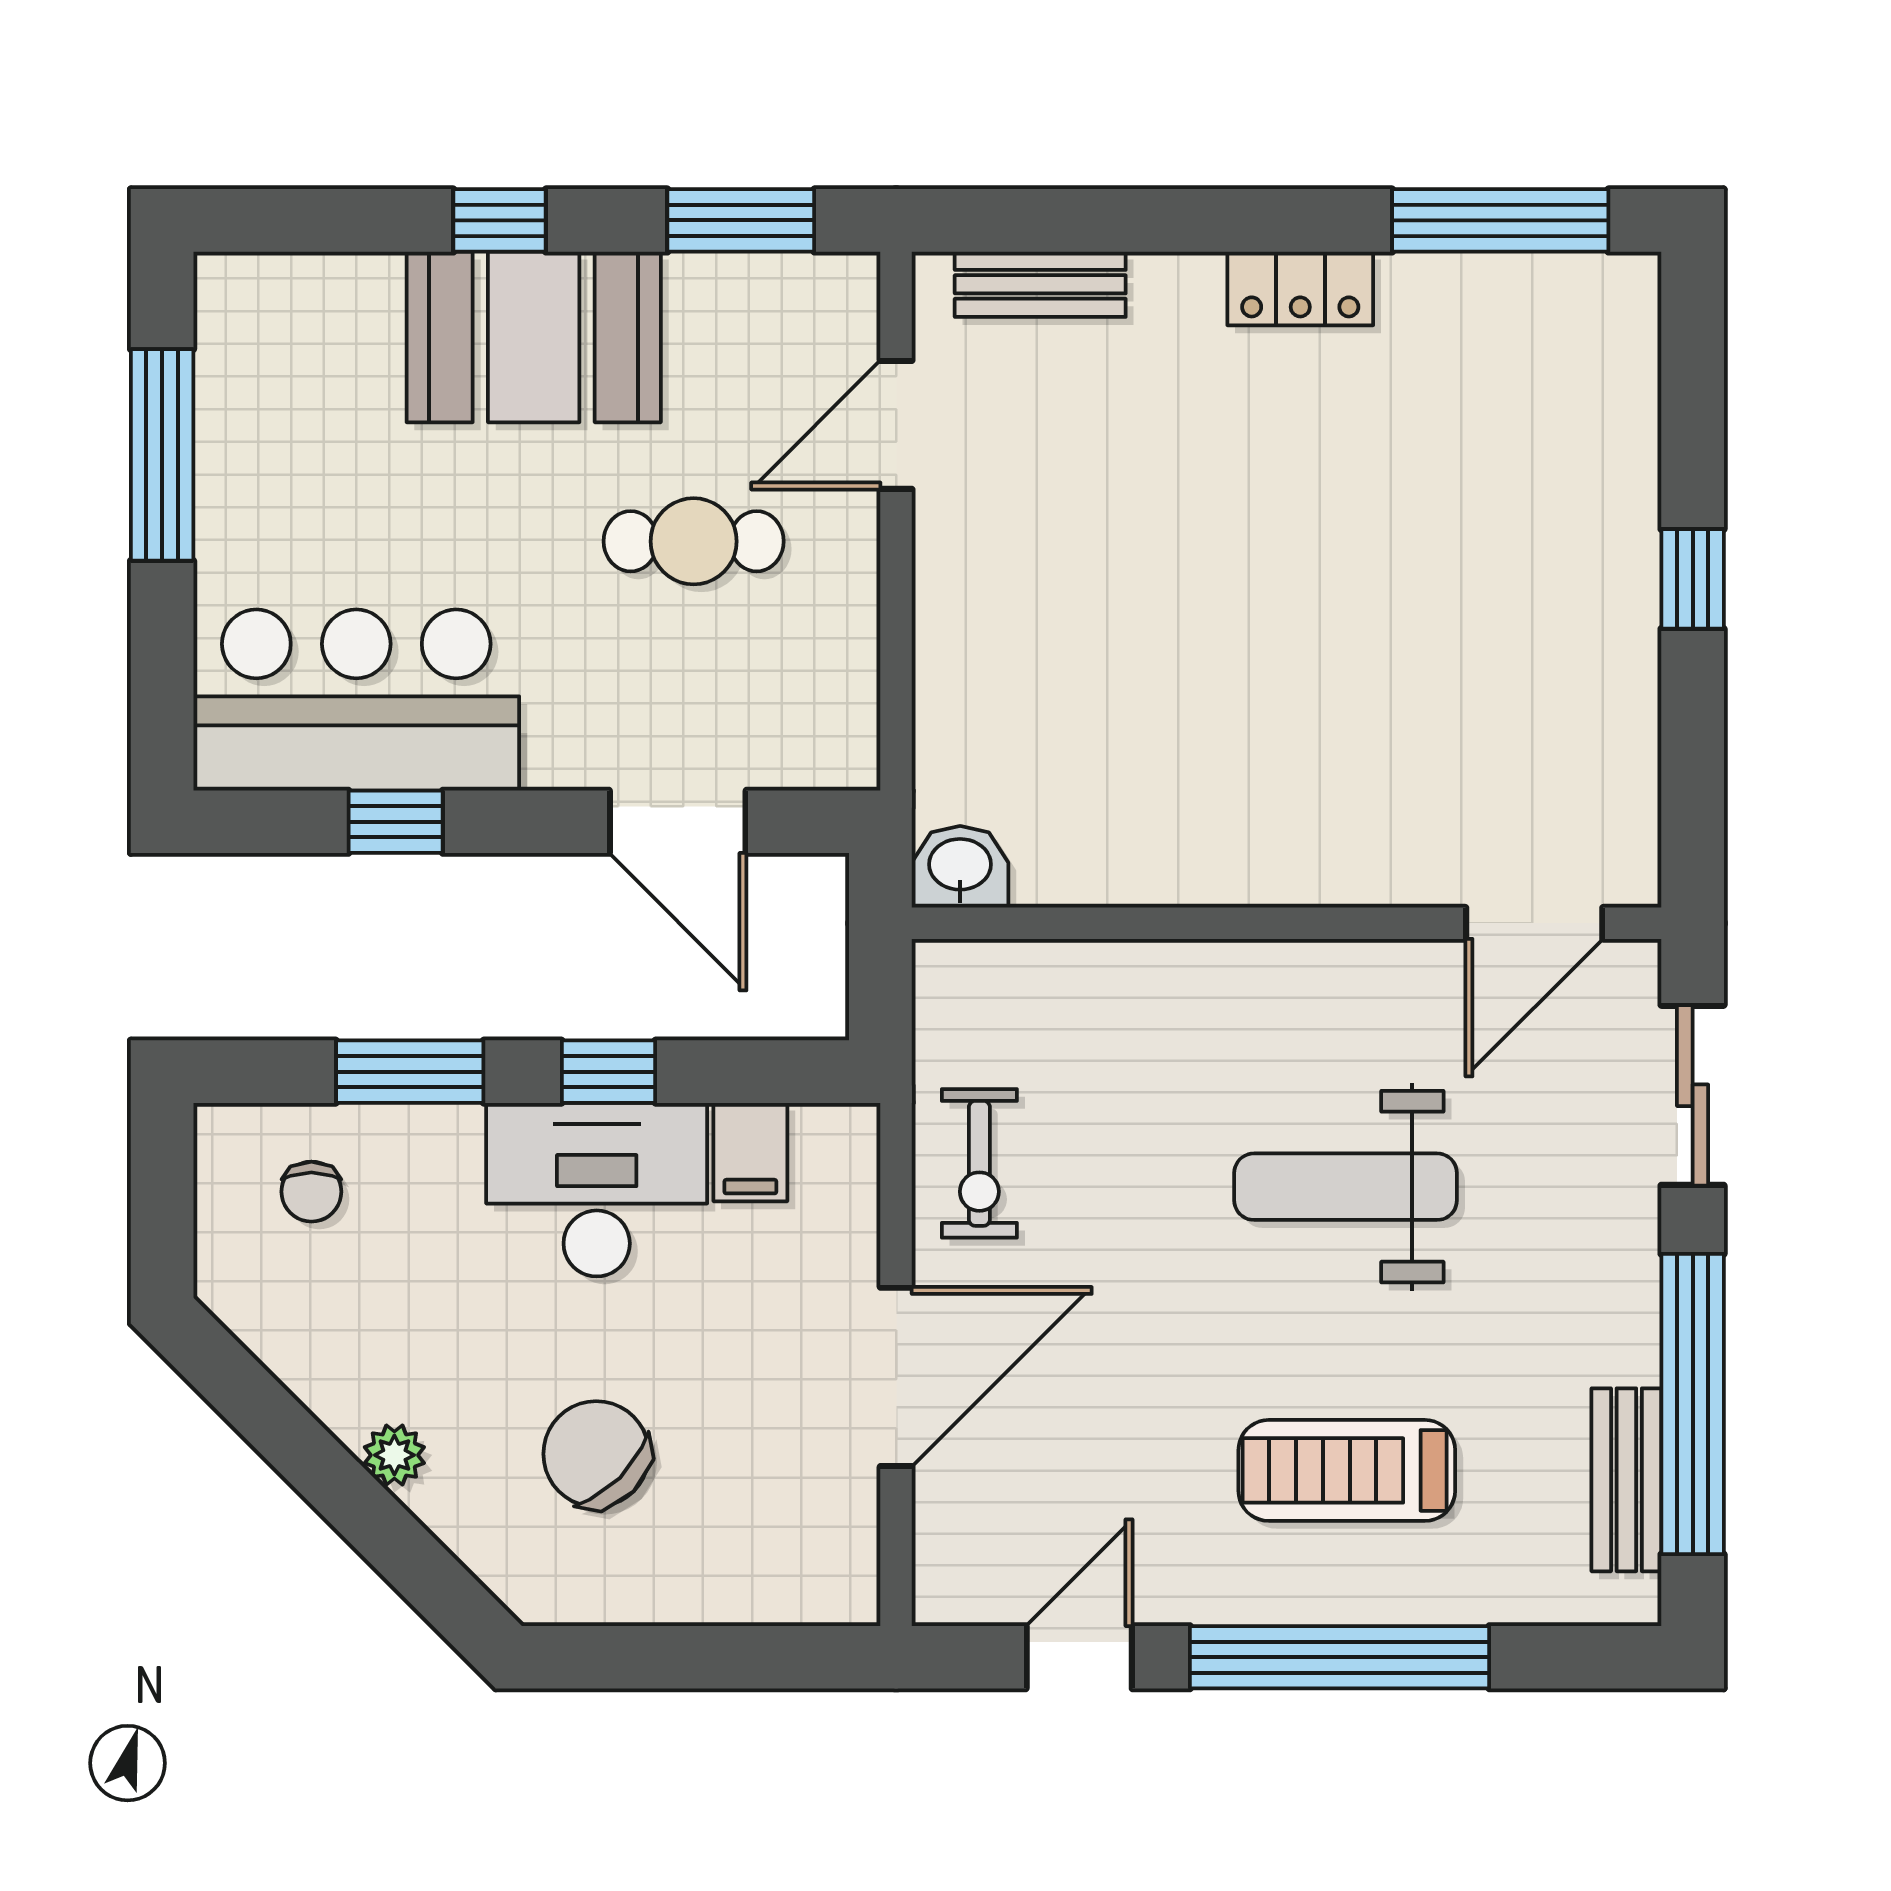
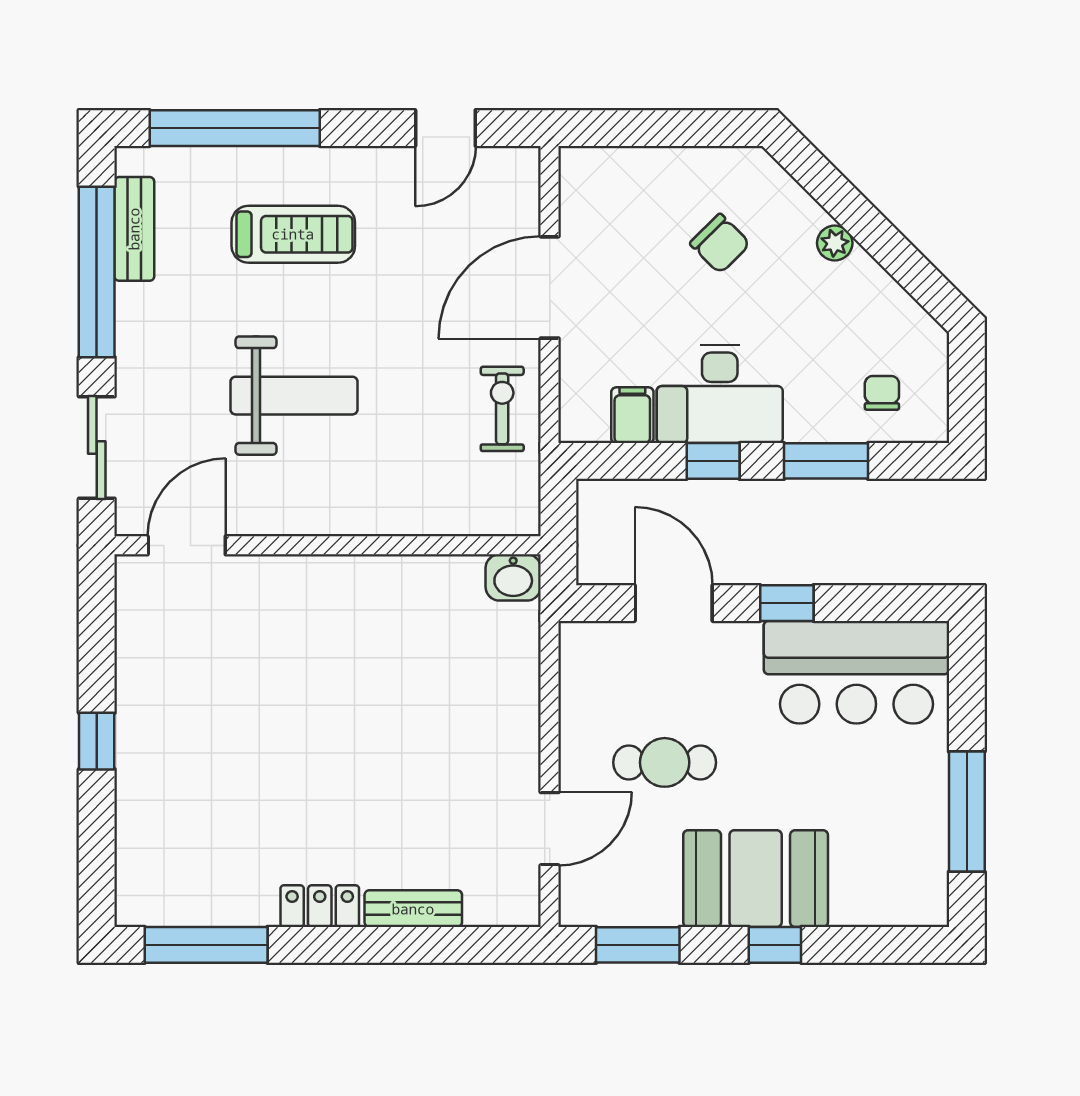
bench: (1040, 284) -> (413, 909), moved
window: (396, 822) -> (787, 603), moved
chair: (596, 1454) -> (720, 244), width x0.73, depth x0.73
window: (1340, 1657) -> (235, 128), moved

